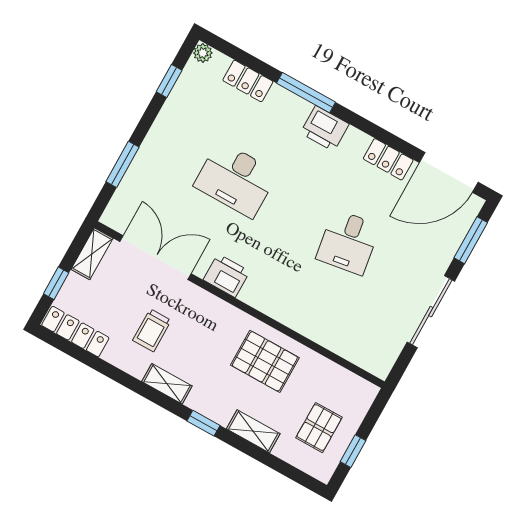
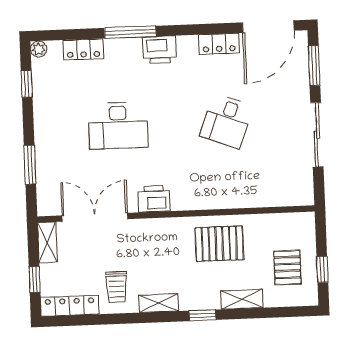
desk: (348, 242) -> (227, 121), turned 30
trolley: (152, 330) -> (117, 287), moved

